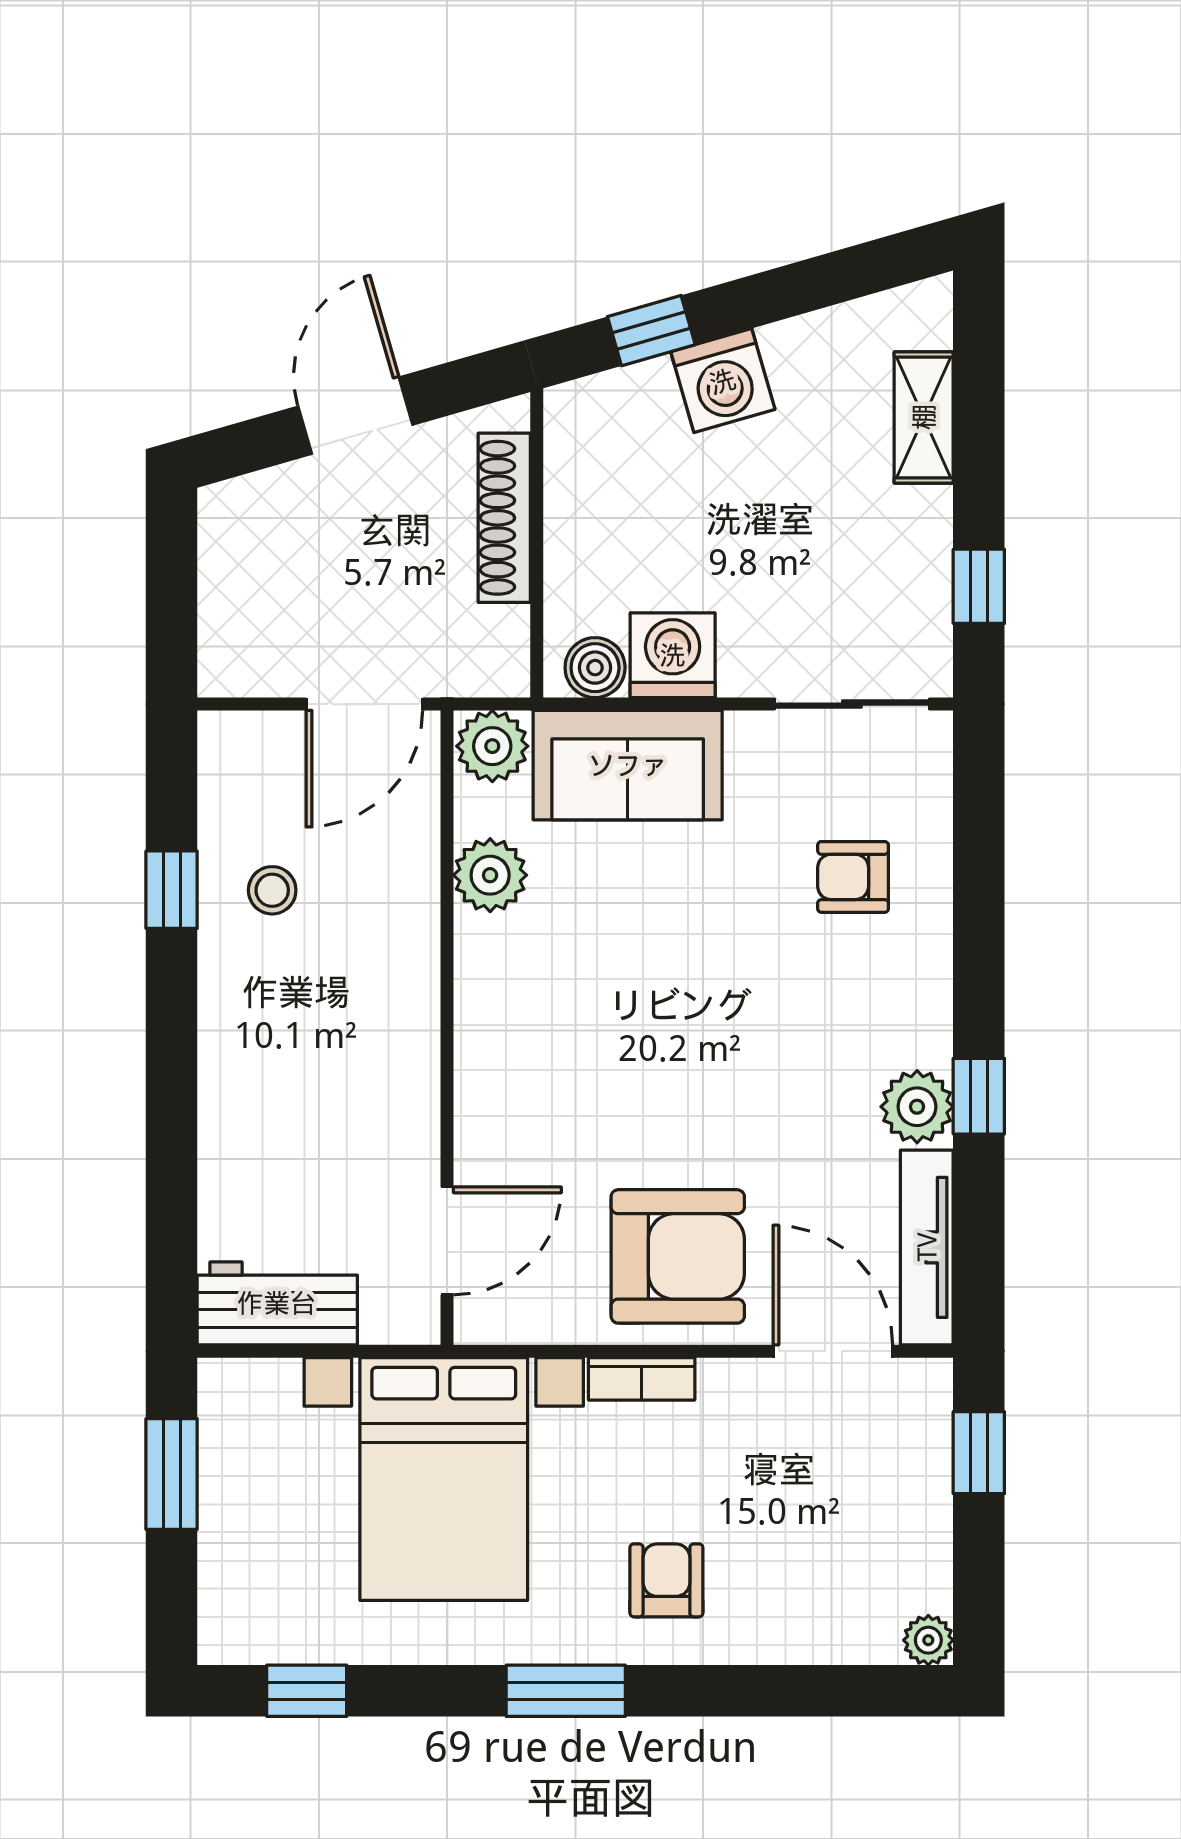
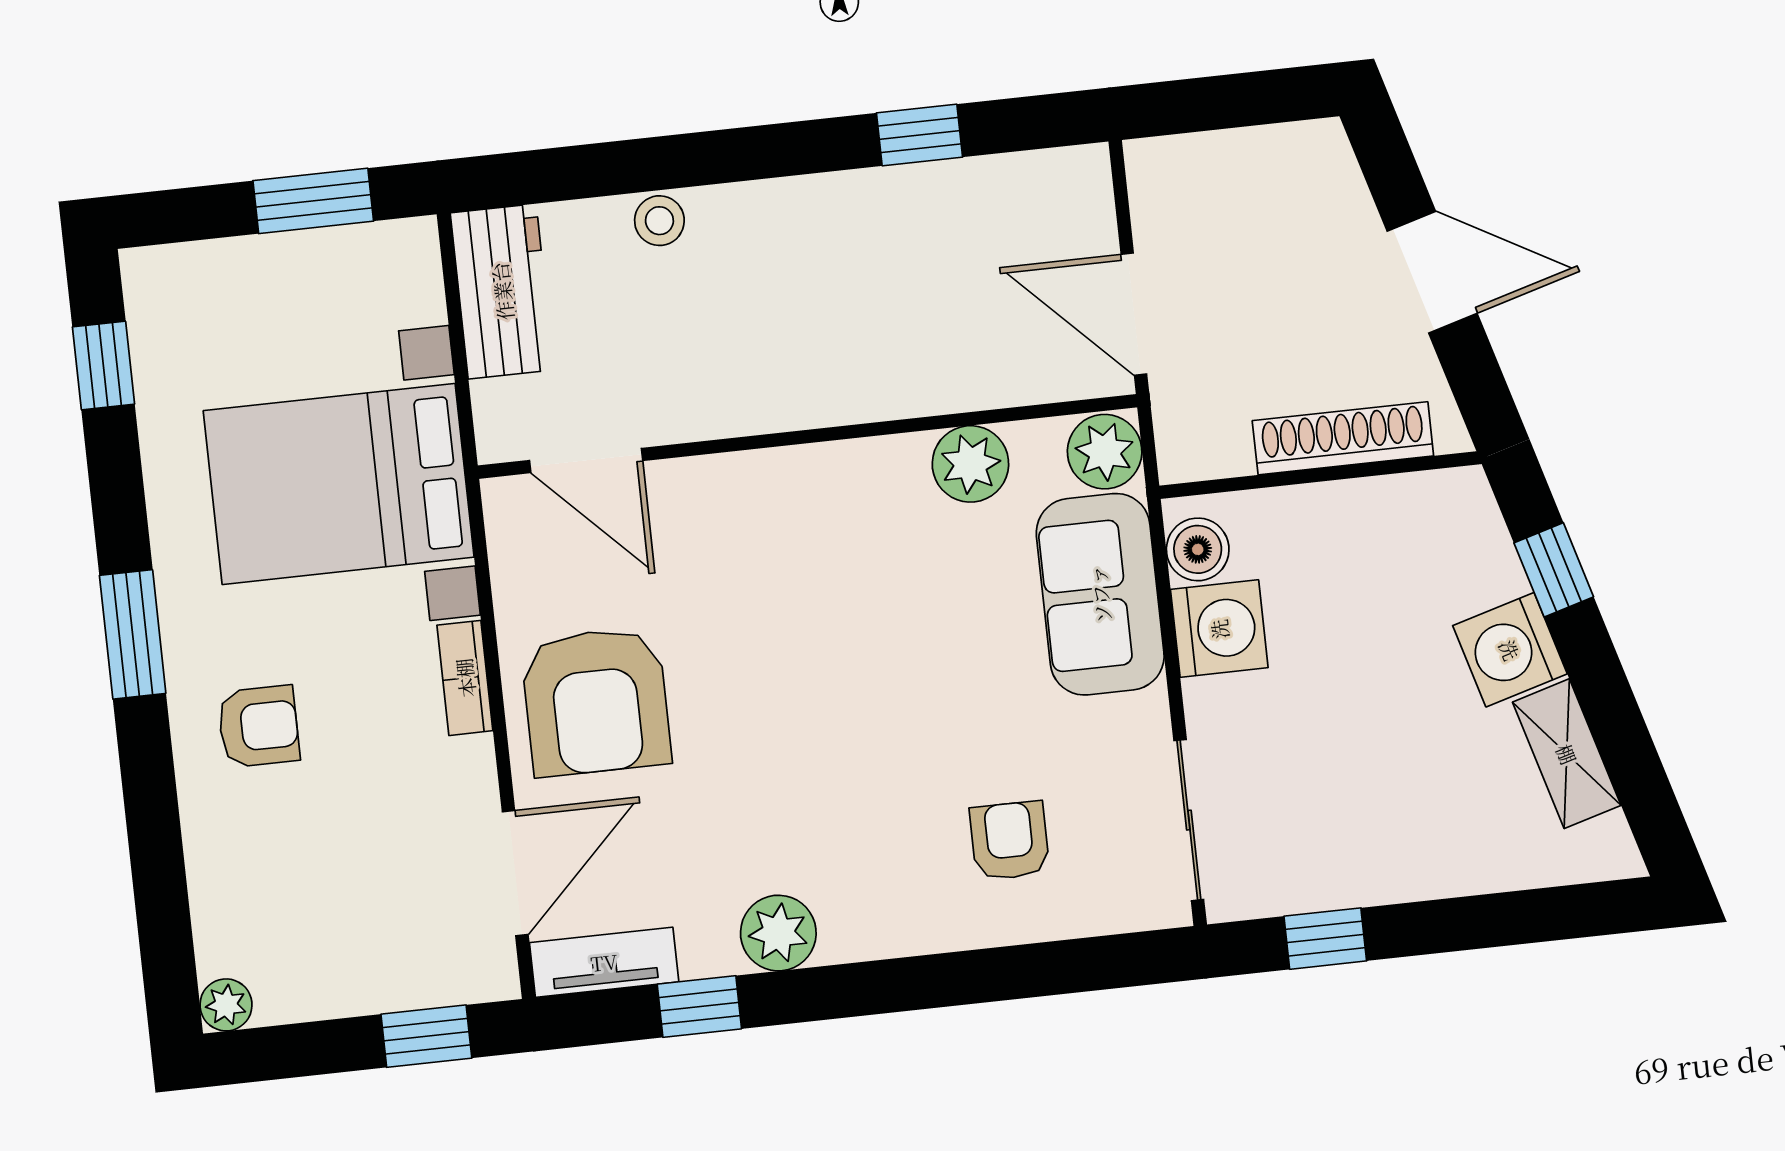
shelving: (924, 417) -> (1567, 754), moved, turned 74
stool: (272, 890) -> (659, 221), moved
window: (979, 1096) -> (699, 1007), moved
tv unit: (927, 1247) -> (604, 962), width x0.71

